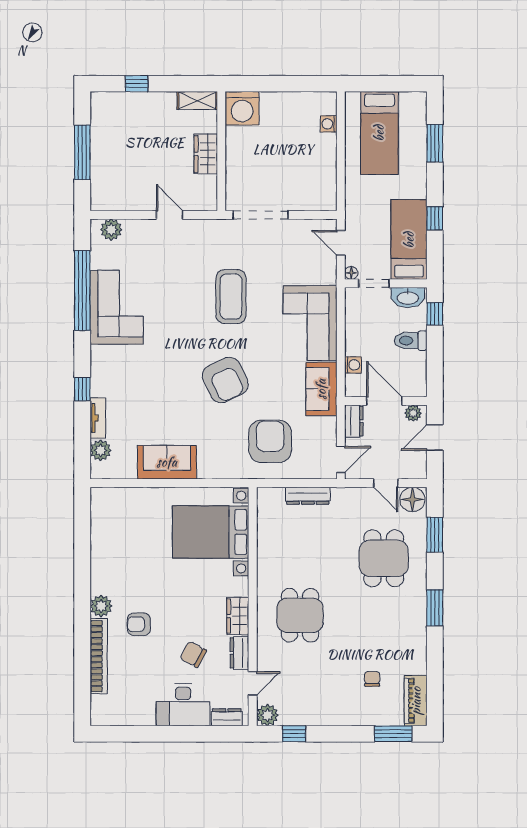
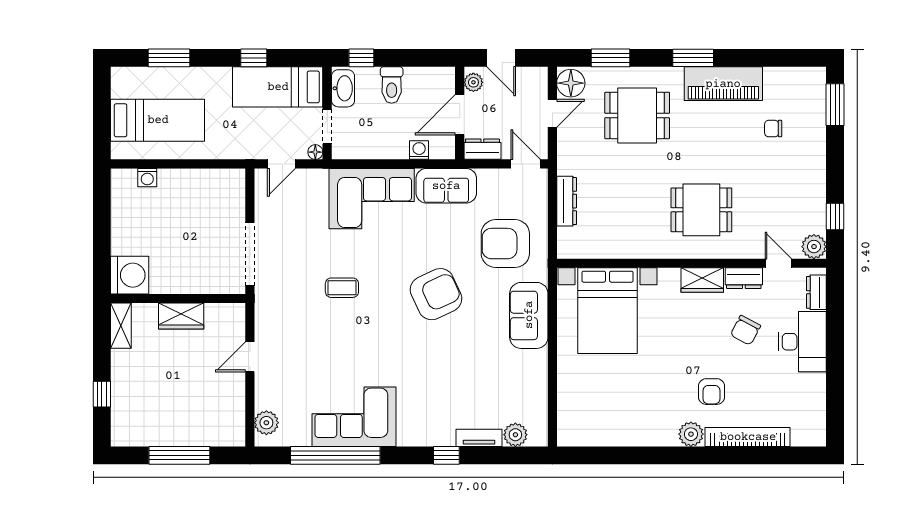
coffee table: (231, 297) -> (342, 288), width x0.54, depth x0.58
sofa: (167, 462) -> (529, 315), moved
piano: (416, 701) -> (723, 84), moved, width x1.37, depth x1.33

